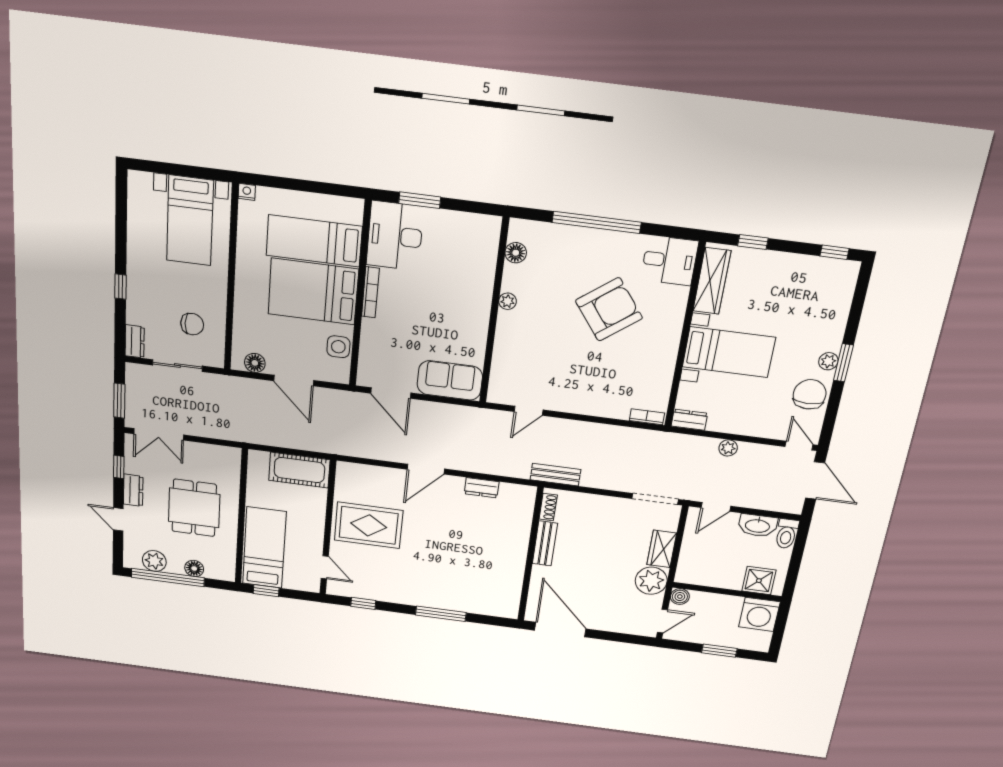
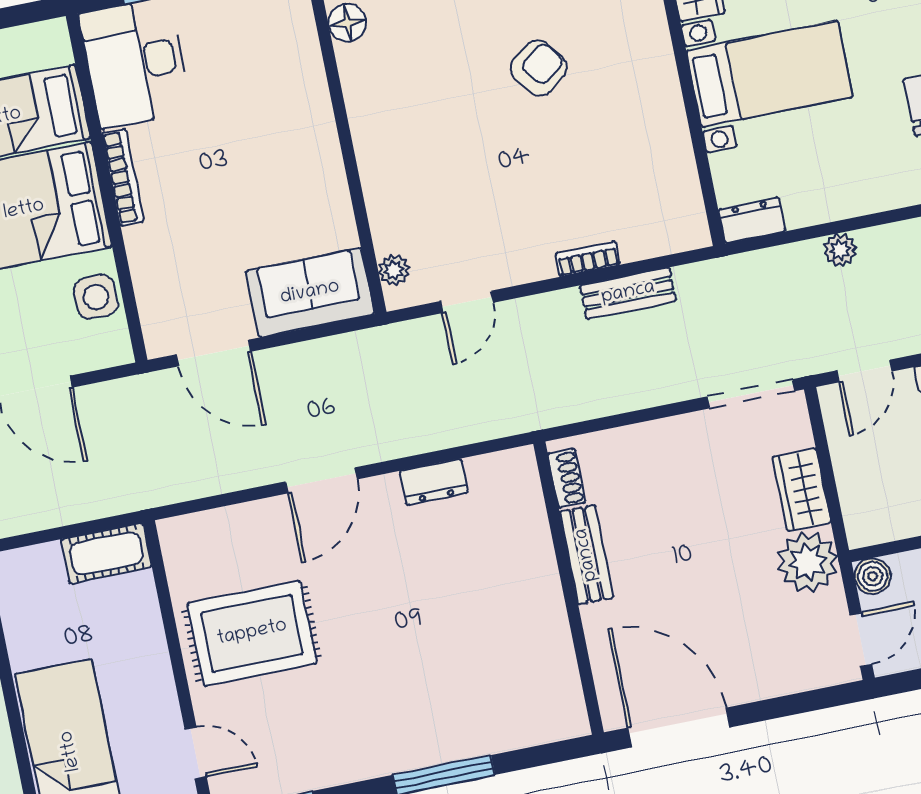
plant: (508, 301) -> (394, 270), moved
armchair: (609, 309) -> (539, 68), width x0.53, depth x0.53
bookcase: (647, 417) -> (588, 259), moved
cot: (299, 470) -> (106, 553), width x0.73, depth x0.75
bench: (555, 475) -> (628, 293), moved

